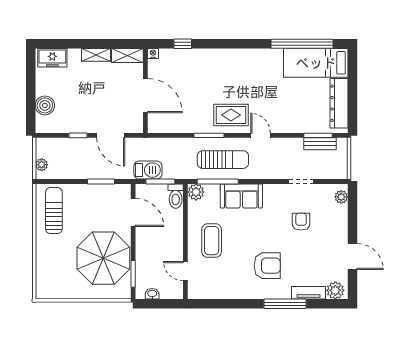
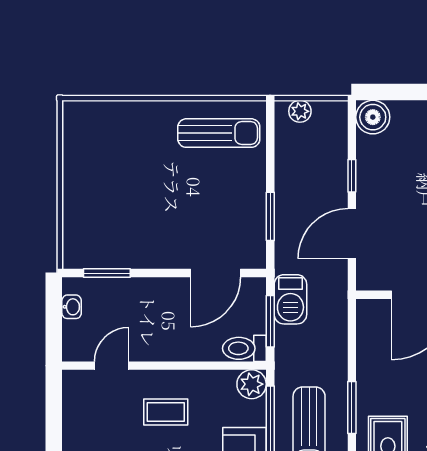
boiler: (45, 105) -> (373, 117), moved
coffee table: (212, 241) -> (166, 412), width x0.73, depth x0.77
parasol: (103, 258) -> (135, 220), removed

